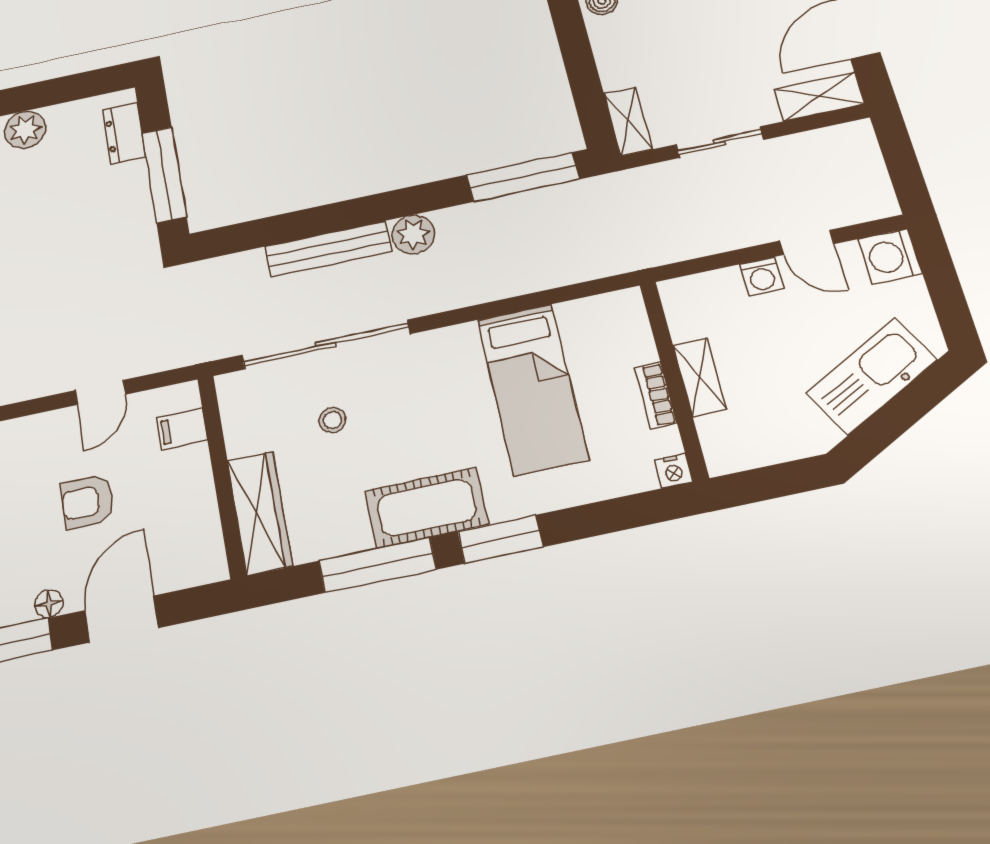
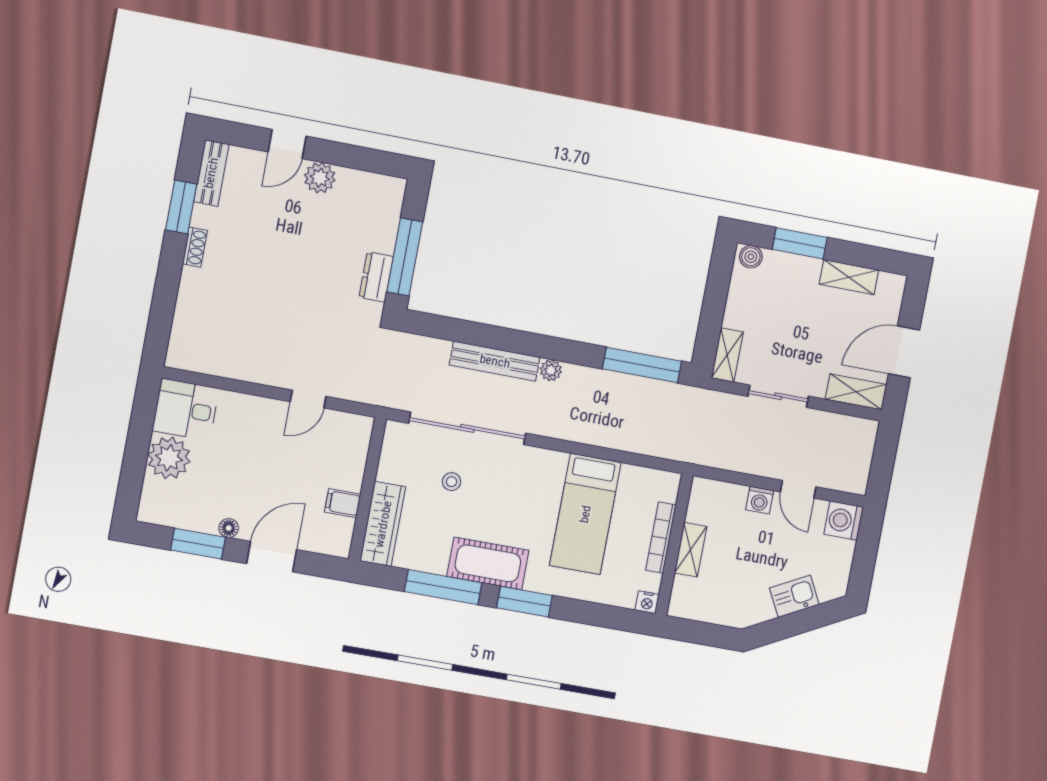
dresser: (124, 134) -> (376, 277), moved
plant: (413, 234) -> (551, 370), width x0.73, depth x0.73
kitchen sink: (872, 376) -> (794, 596), width x0.53, depth x0.81
bookcase: (656, 395) -> (661, 538), width x1.56
filing cabinet: (182, 429) -> (343, 503), moved
armchair: (87, 502) -> (275, 471), removed

